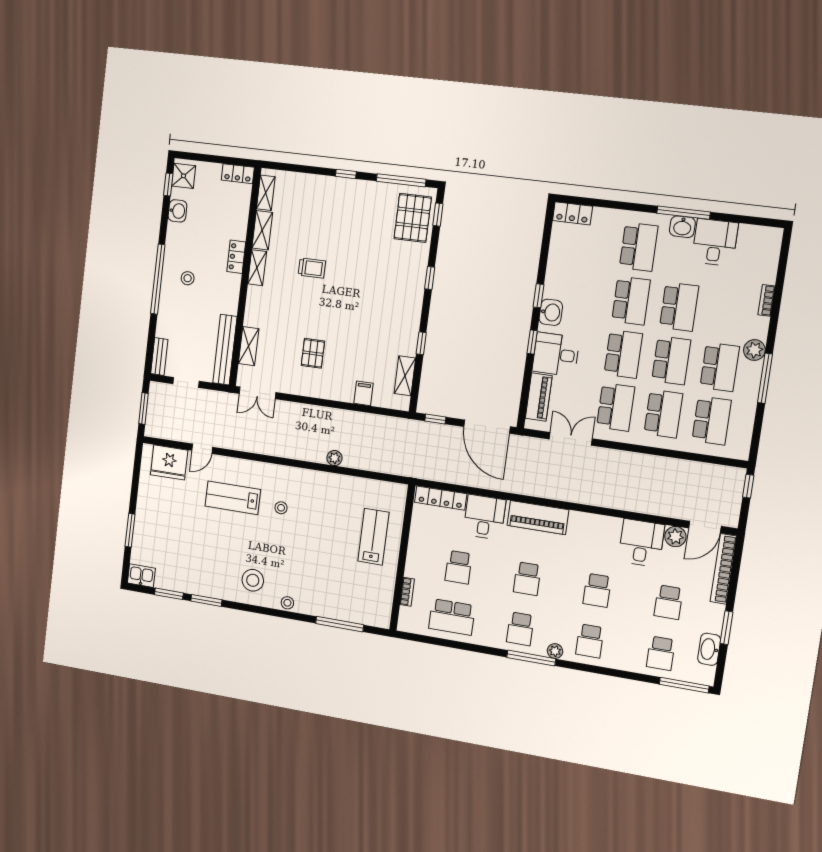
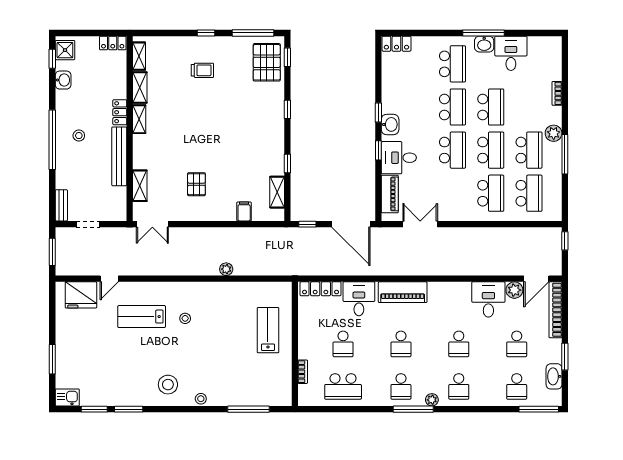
trolley: (312, 268) -> (202, 70), moved
bench: (225, 350) -> (119, 156), moved
school desk: (616, 407) -> (452, 193), removed

